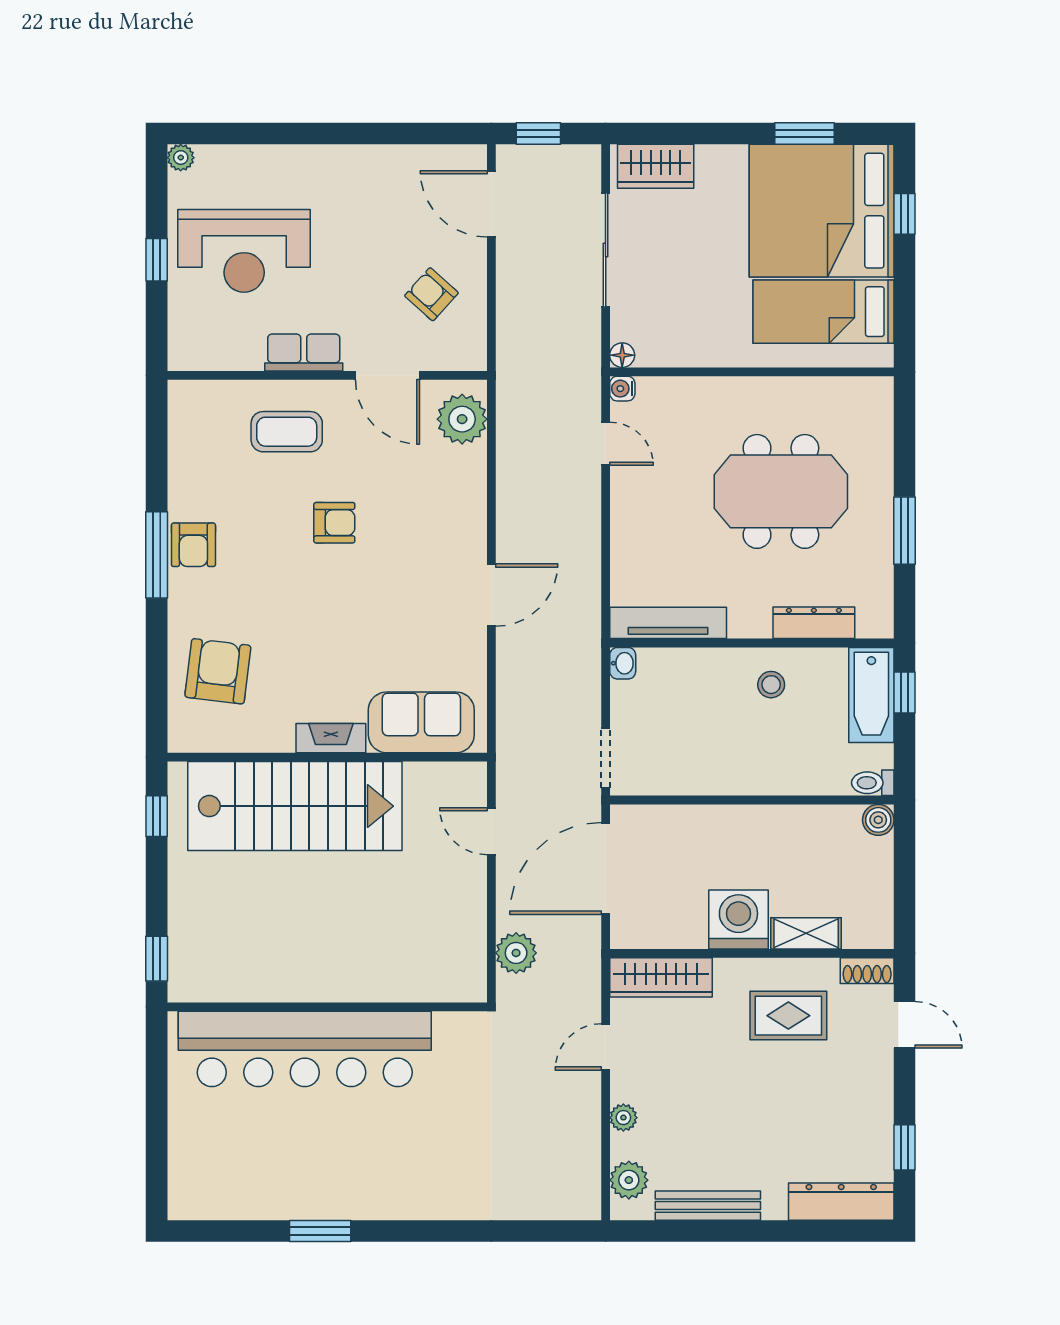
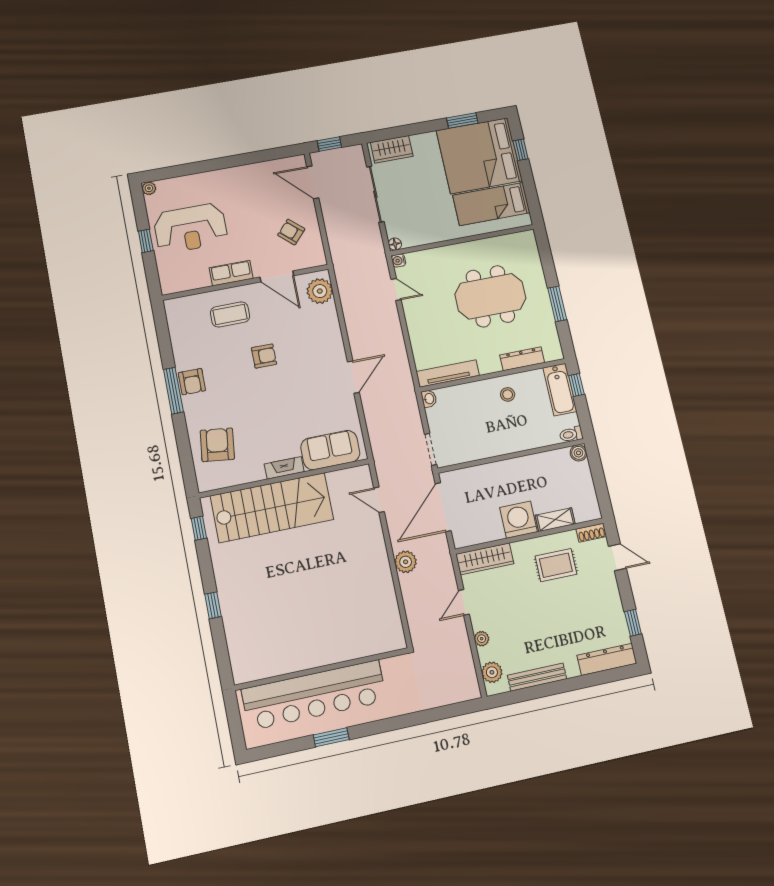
wall: (327, 1007) -> (322, 669), moved
bar counter: (305, 1049) -> (314, 695), moved

